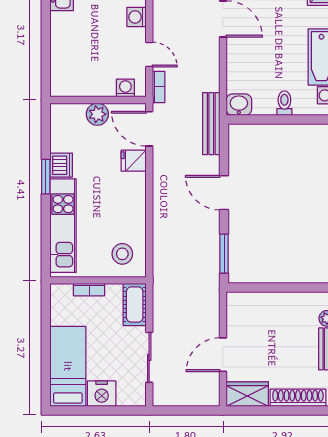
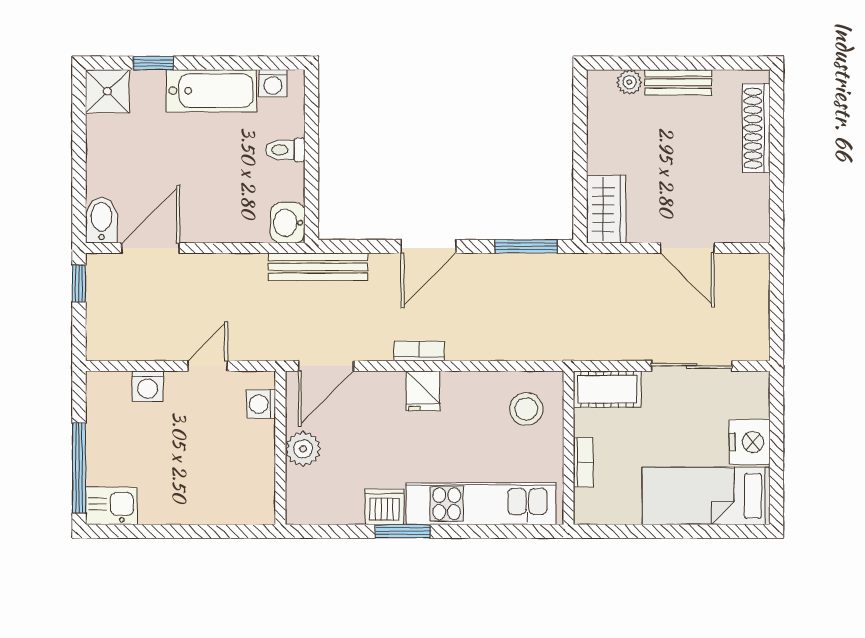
bookcase: (159, 87) -> (419, 351), moved
fridge: (134, 161) -> (423, 391), moved
wardrobe: (247, 394) -> (606, 209), moved, turned 180

